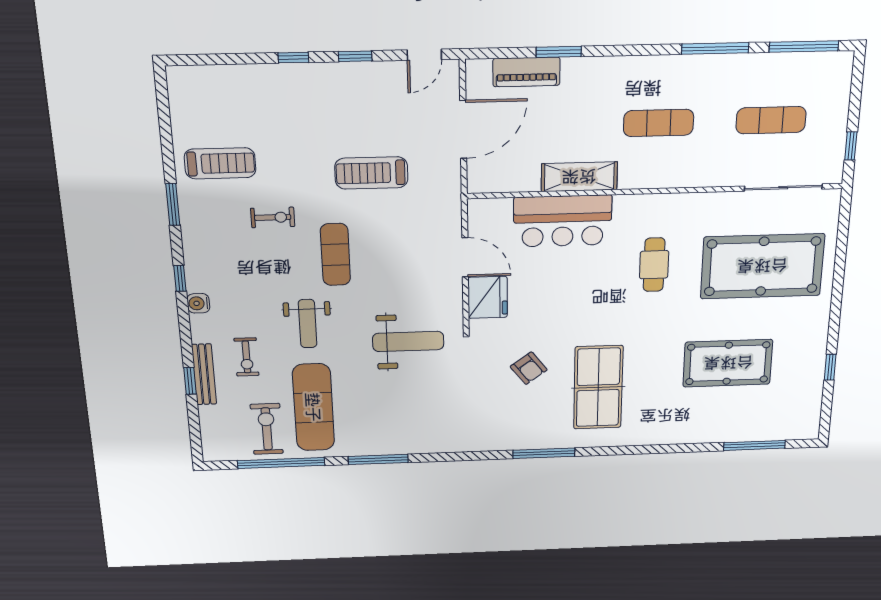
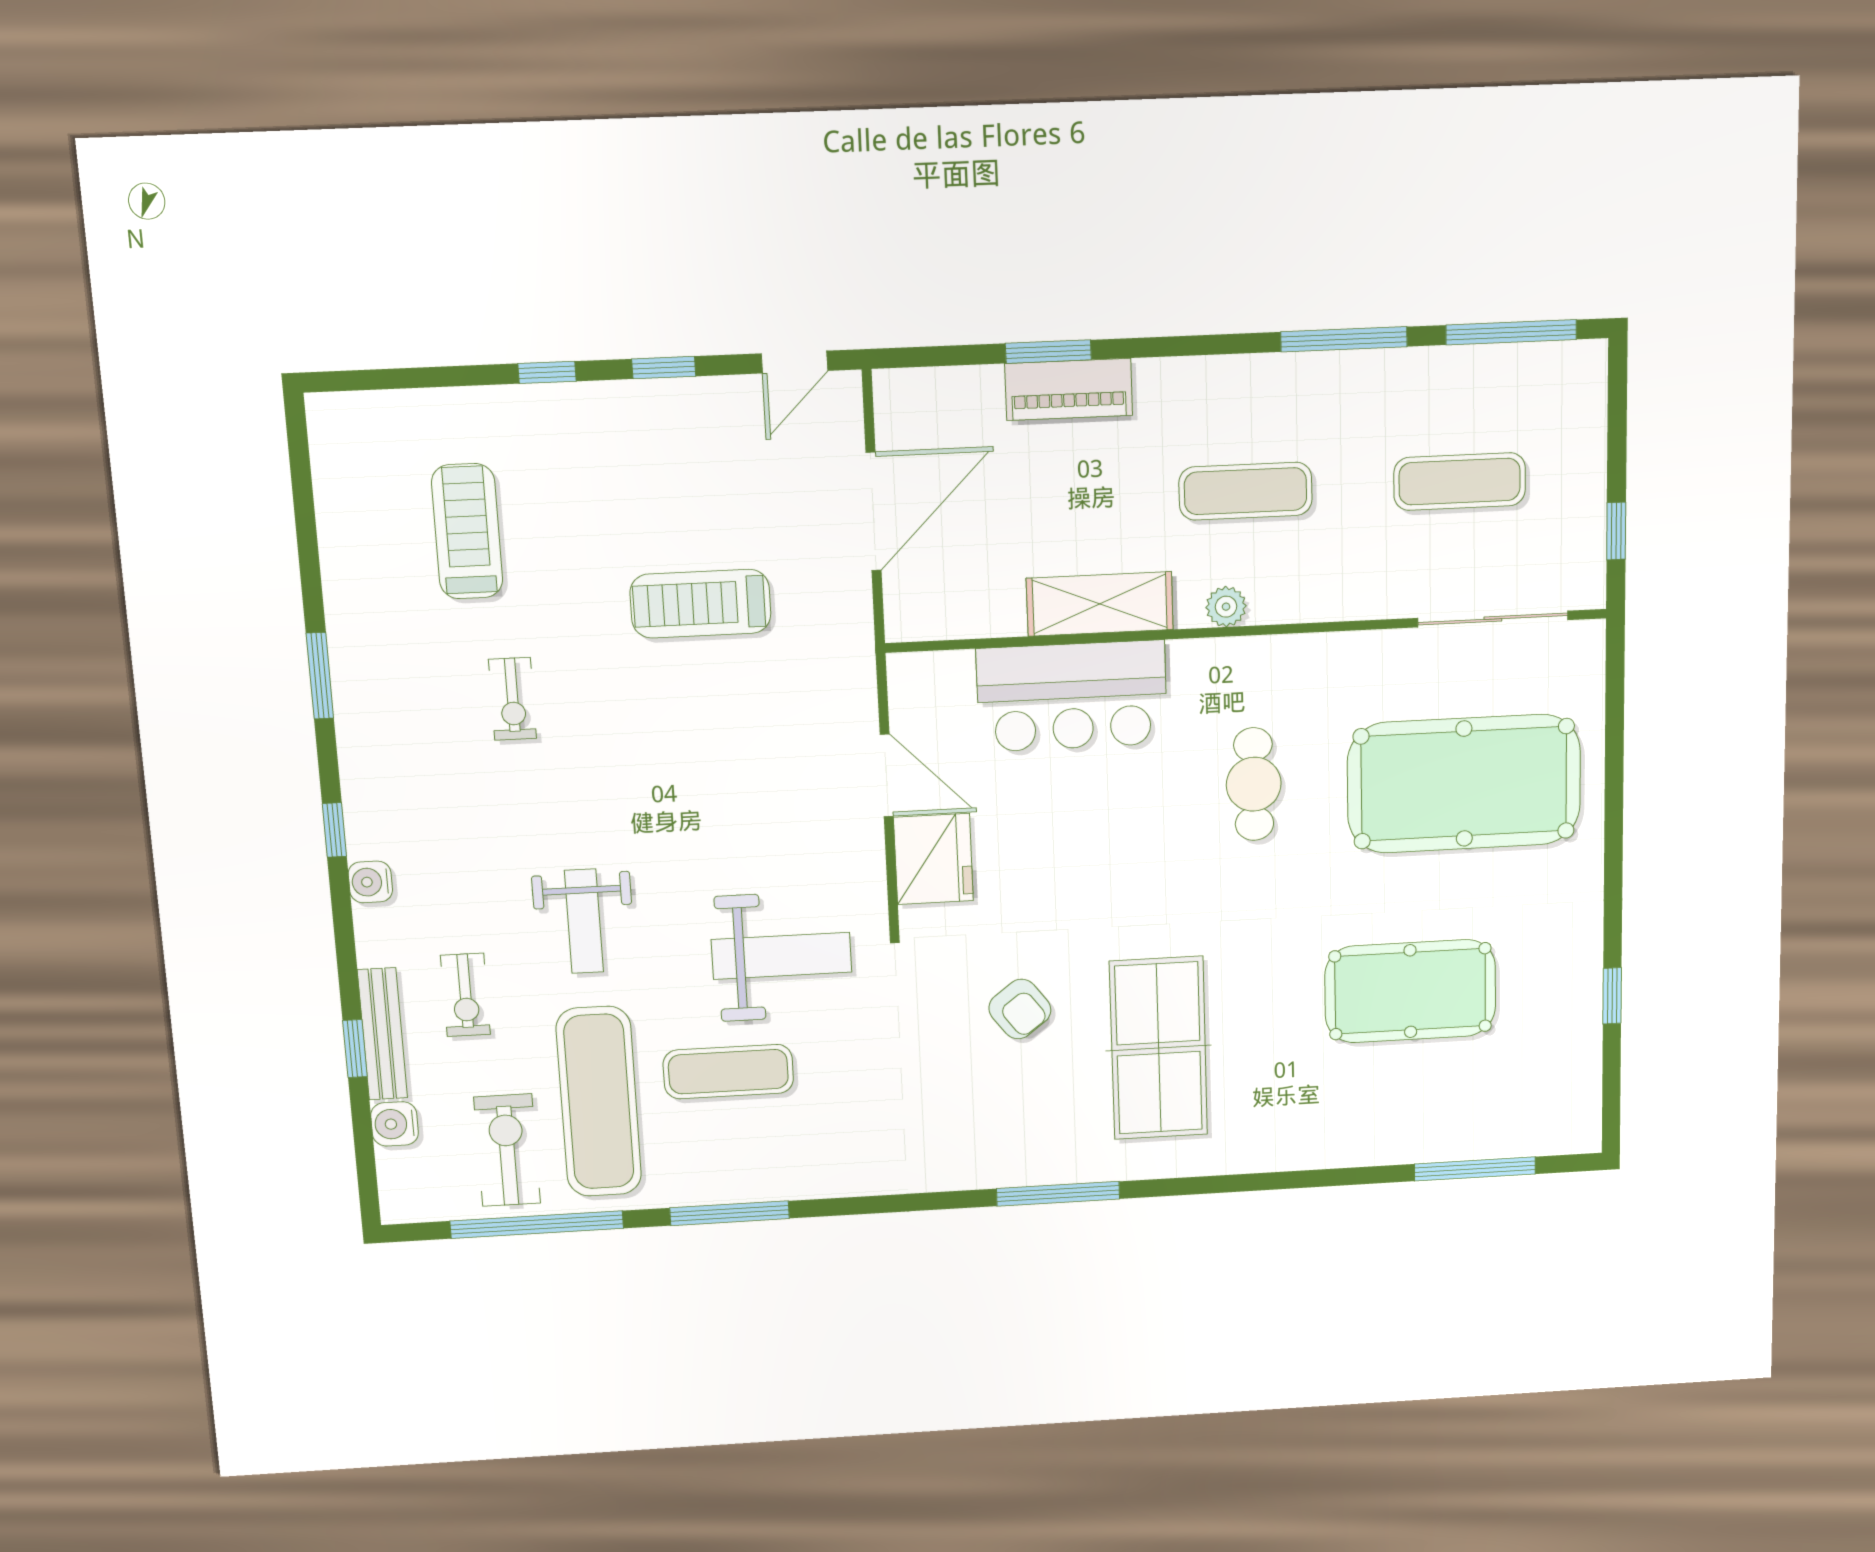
piano: (526, 72) -> (1069, 389), moved
treadmill: (220, 163) -> (467, 531), moved, turned -90
plant: (645, 179) -> (1226, 607), added
exercise bike: (273, 217) -> (513, 699), turned 90
exercise mat: (335, 254) -> (728, 1072), moved, turned 90
water cooler: (210, 416) -> (395, 1124), added

